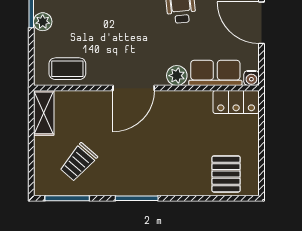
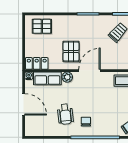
pallet: (170, 125) -> (71, 51), added
pallet: (226, 174) -> (42, 26), turned 90

